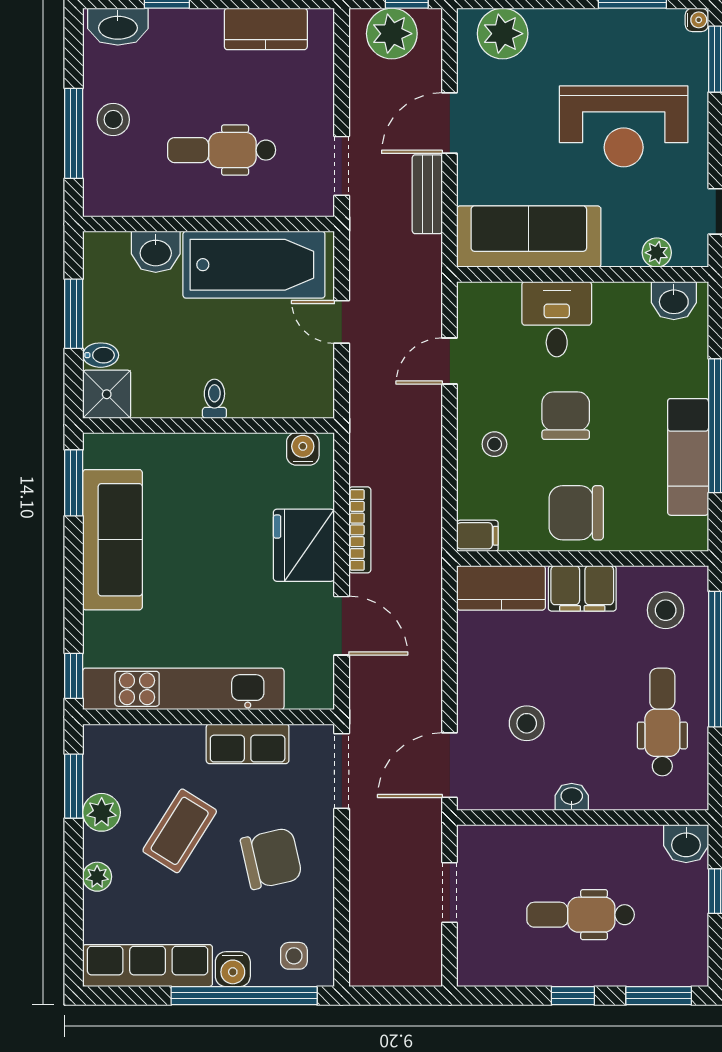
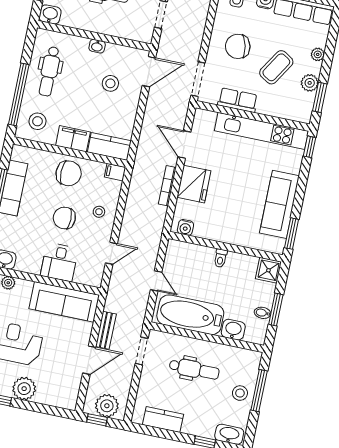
plant: (503, 34) -> (24, 389), moved
bidet: (101, 355) -> (262, 313), moved
chair: (566, 416) -> (64, 218), turned 90

